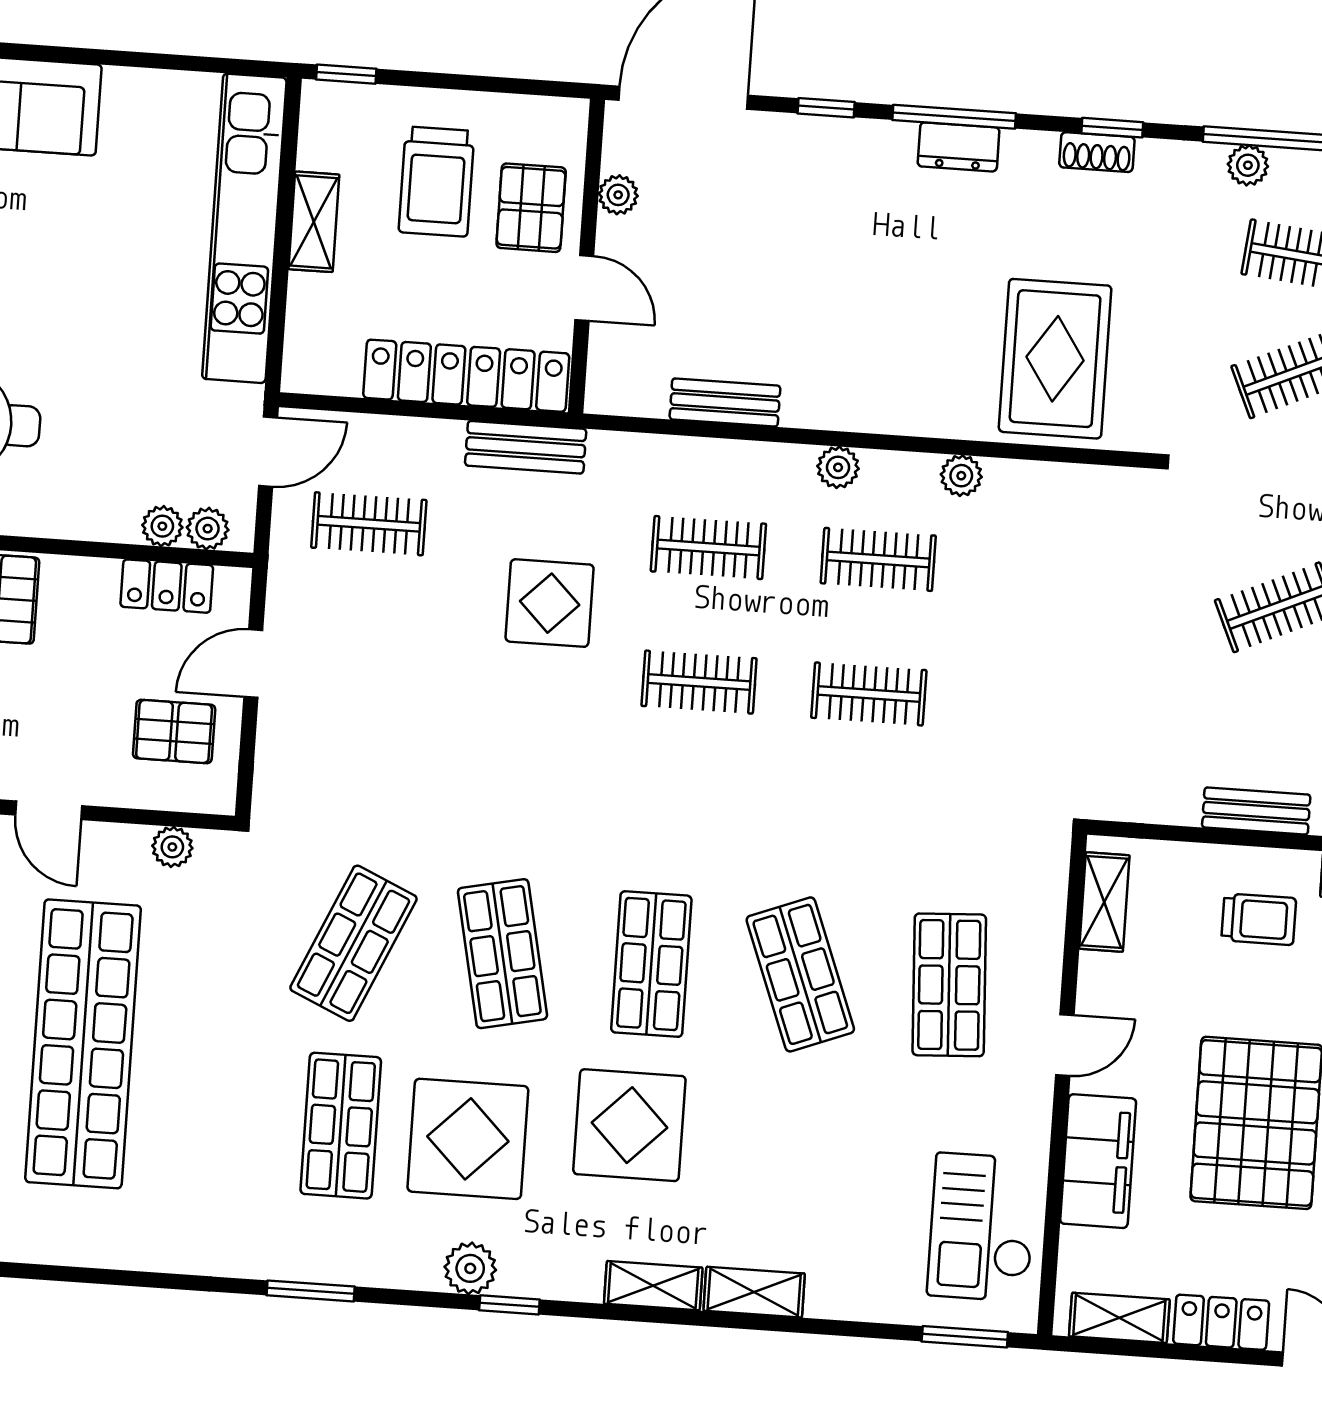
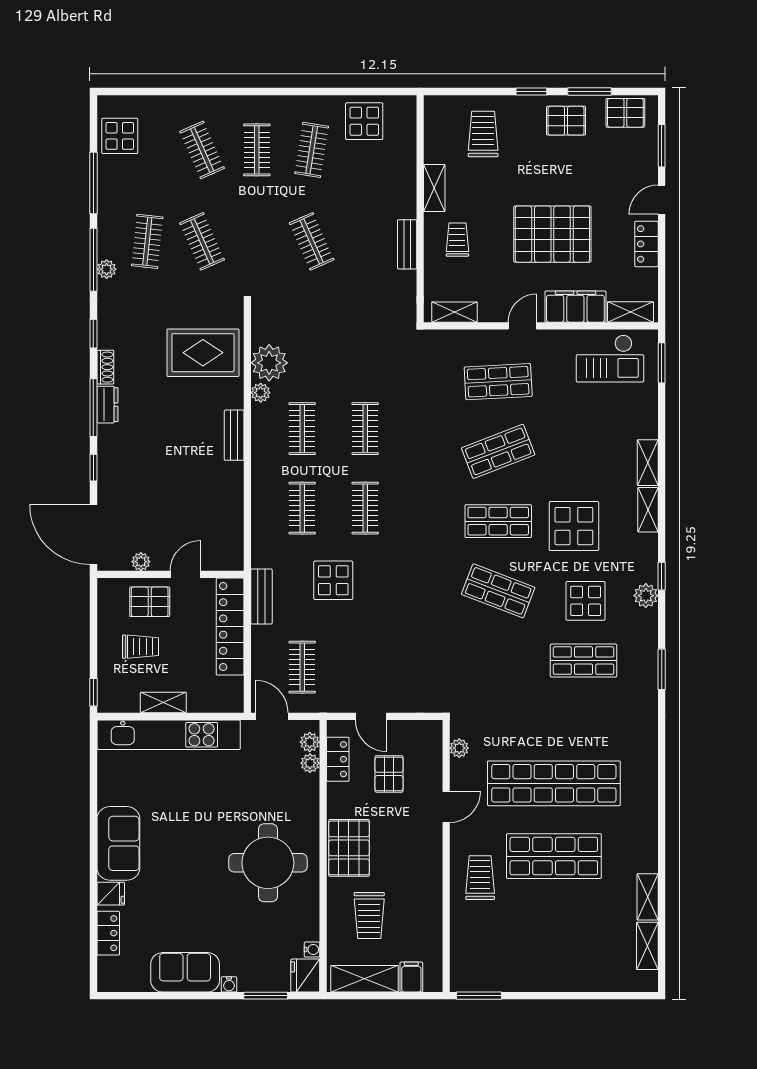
shoe rack: (1097, 152) -> (105, 367), moved
trolley: (437, 182) -> (141, 647), width x0.73, depth x0.72
bench: (725, 403) -> (234, 435), moved
plant: (838, 467) -> (269, 363), moved, width x1.88, depth x1.88
pallet: (174, 732) -> (389, 774), moved
shop shelf: (353, 943) -> (498, 661), removed
shop shelf: (502, 954) -> (498, 591), turned 33
door: (1065, 1045) -> (522, 326), hinge flipped
display table: (468, 1139) -> (586, 601), width x0.73, depth x0.73
shelving: (1119, 1318) -> (630, 312), moved, turned 90

